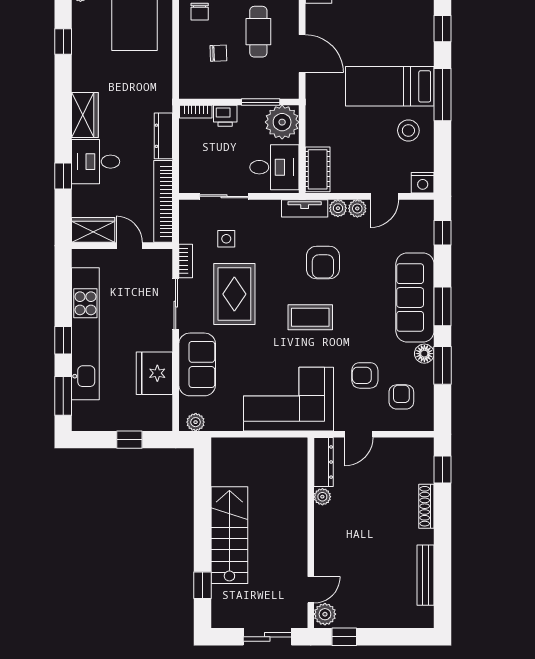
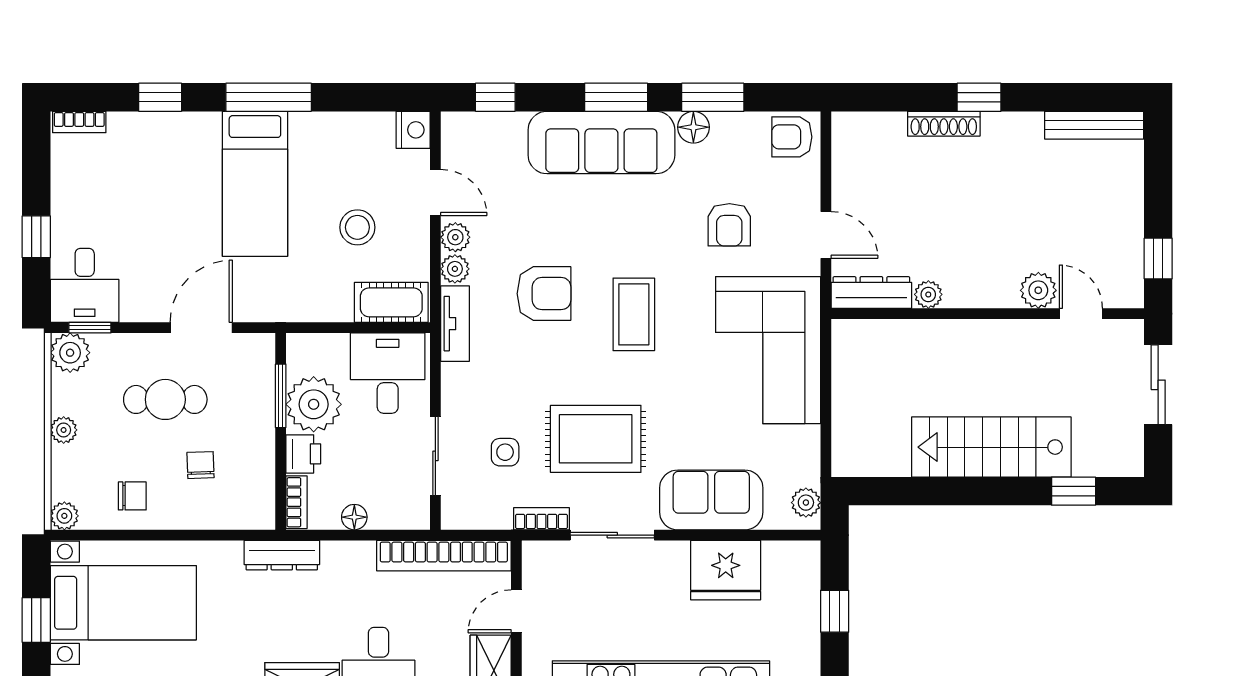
plant: (282, 122) -> (314, 404), moved
stool: (408, 131) -> (357, 227), moved
dresser: (163, 136) -> (282, 555), moved
floor lamp: (187, 147) -> (354, 517), added
armchair: (401, 397) -> (792, 137), moved
window: (443, 470) -> (979, 97), moved
bench: (426, 575) -> (1094, 125), moved
plant: (325, 614) -> (1038, 290), moved

